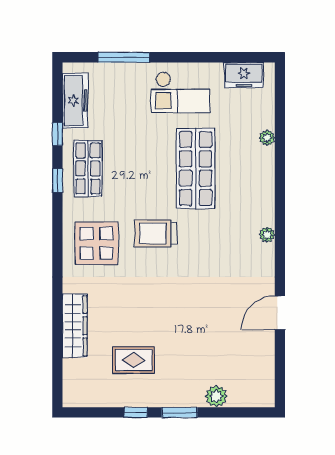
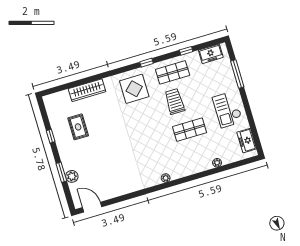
freezer: (75, 101) -> (211, 54), width x0.71
shop shelf: (196, 168) -> (190, 130), width x0.70, depth x0.74
window: (57, 180) -> (146, 63), moved
trolley: (156, 233) -> (175, 101), moved
door: (280, 313) -> (92, 207), moved
window: (180, 412) -> (61, 172), moved

